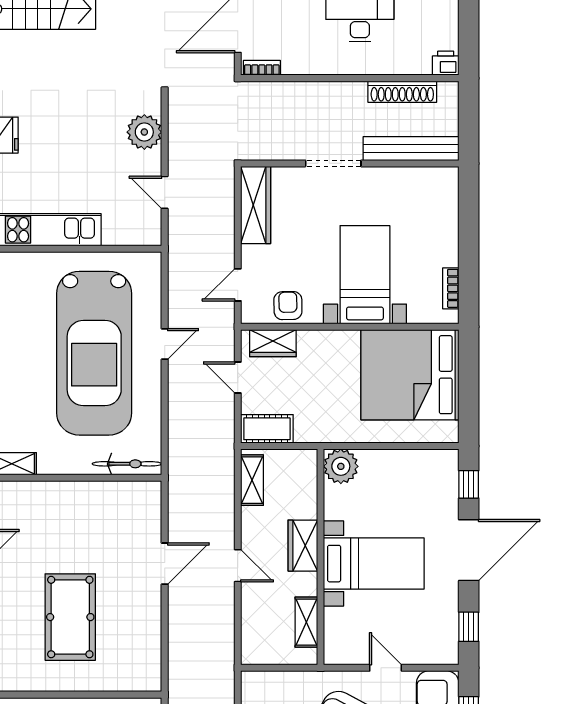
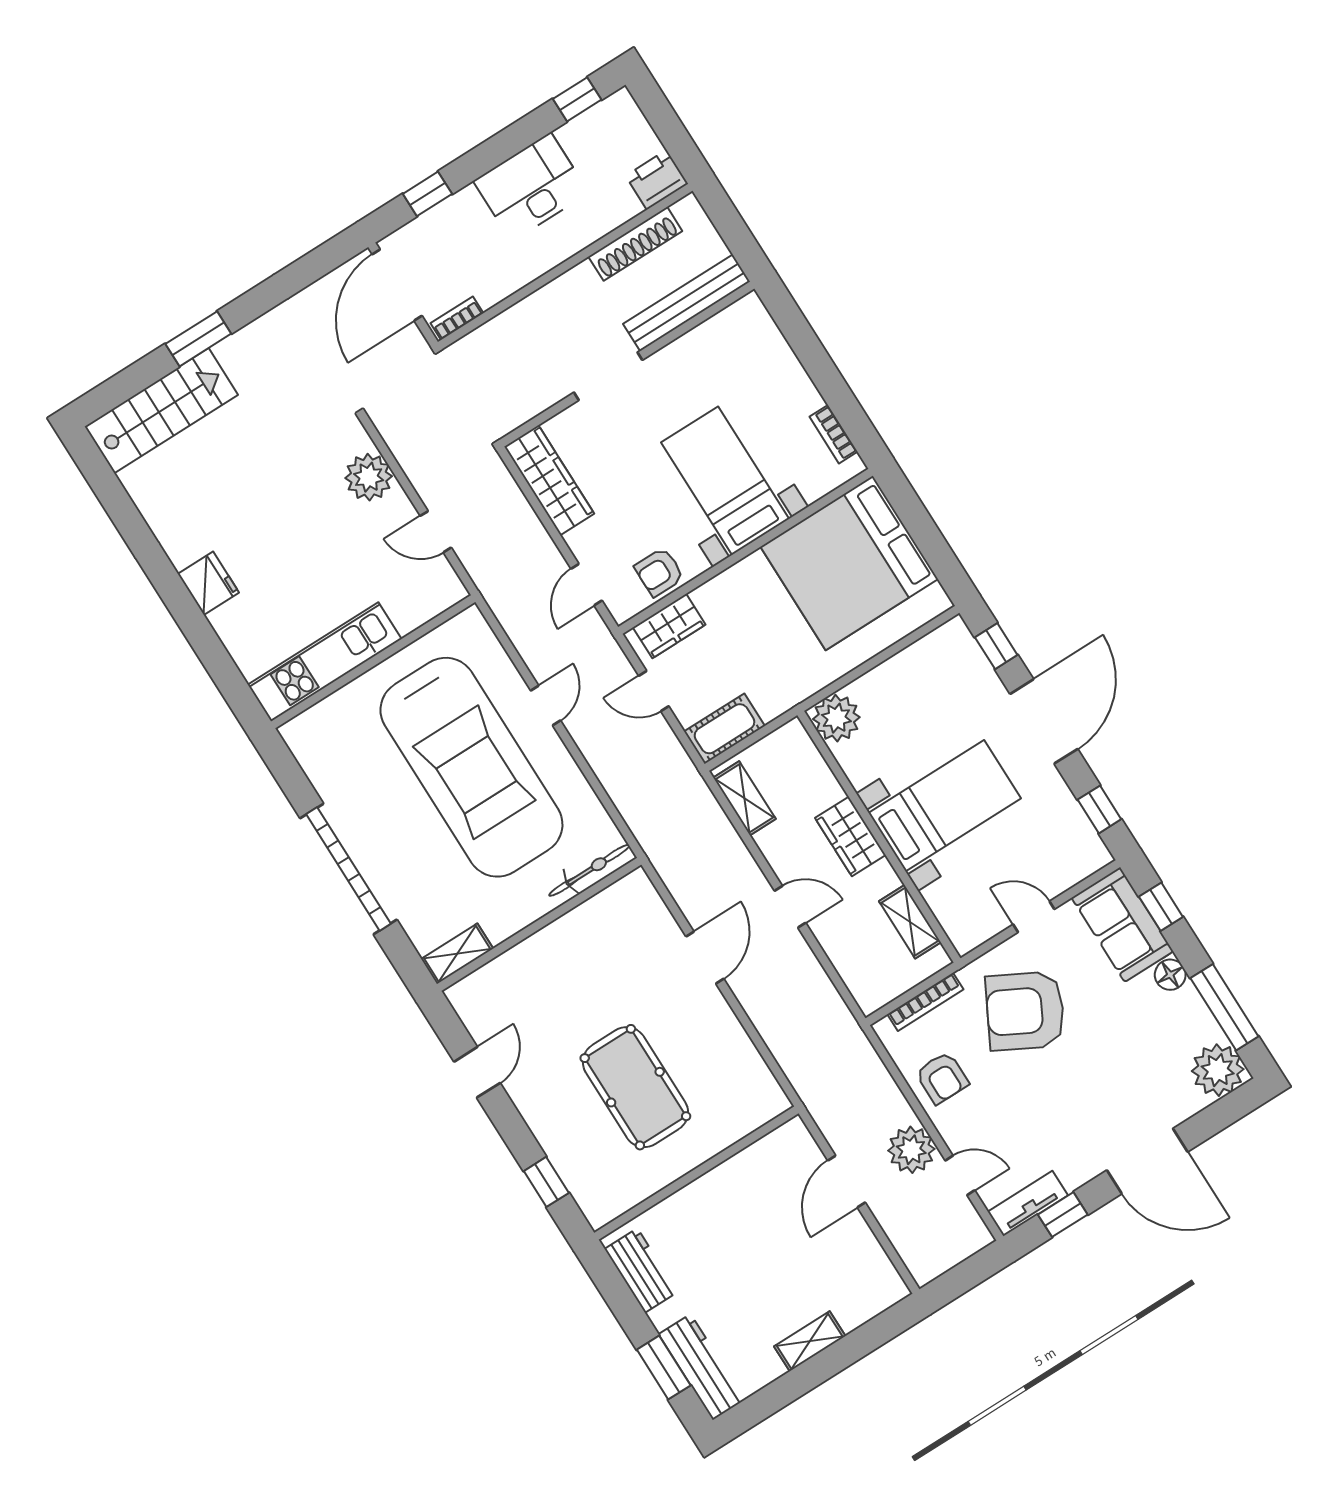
printer: (446, 63) -> (657, 180), width x1.36, depth x1.24
armchair: (288, 306) -> (659, 572), turned -89
bookcase: (285, 678) -> (925, 1002), added

